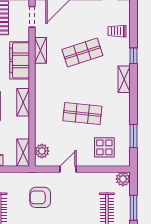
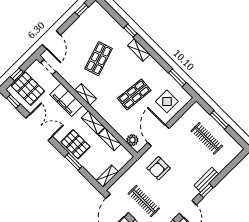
trolley: (117, 31) -> (106, 26), removed
shelving: (41, 50) -> (85, 94), moved
shelving: (23, 153) -> (110, 139), moved
door: (68, 169) -> (158, 135), width x1.88
plant: (123, 179) -> (196, 109), removed

